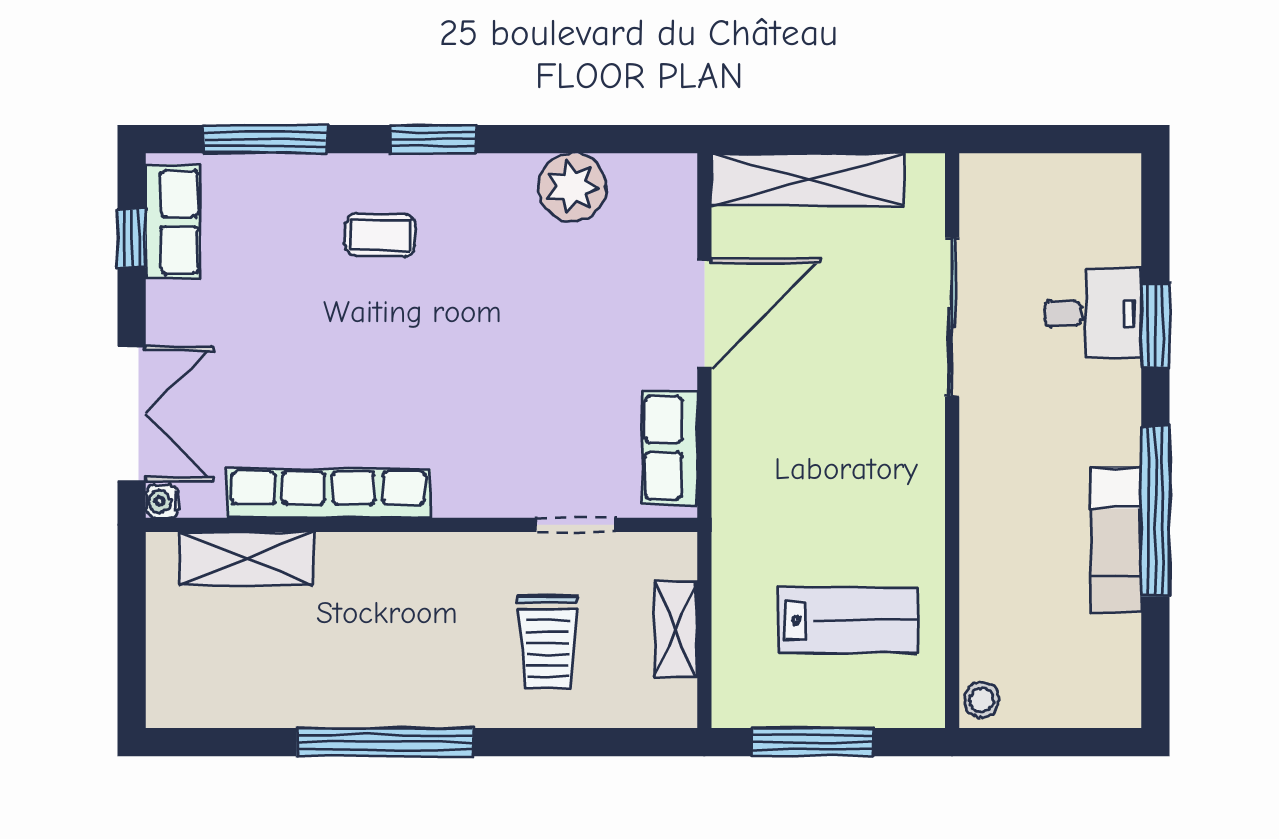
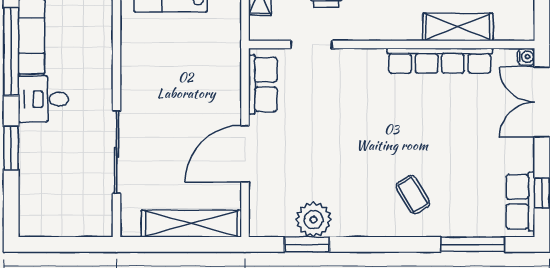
window: (433, 139) -> (307, 244), moved
coffee table: (380, 235) -> (413, 195), turned 57
desk: (1093, 313) -> (43, 99), moved
shelving: (246, 559) -> (458, 27), moved

